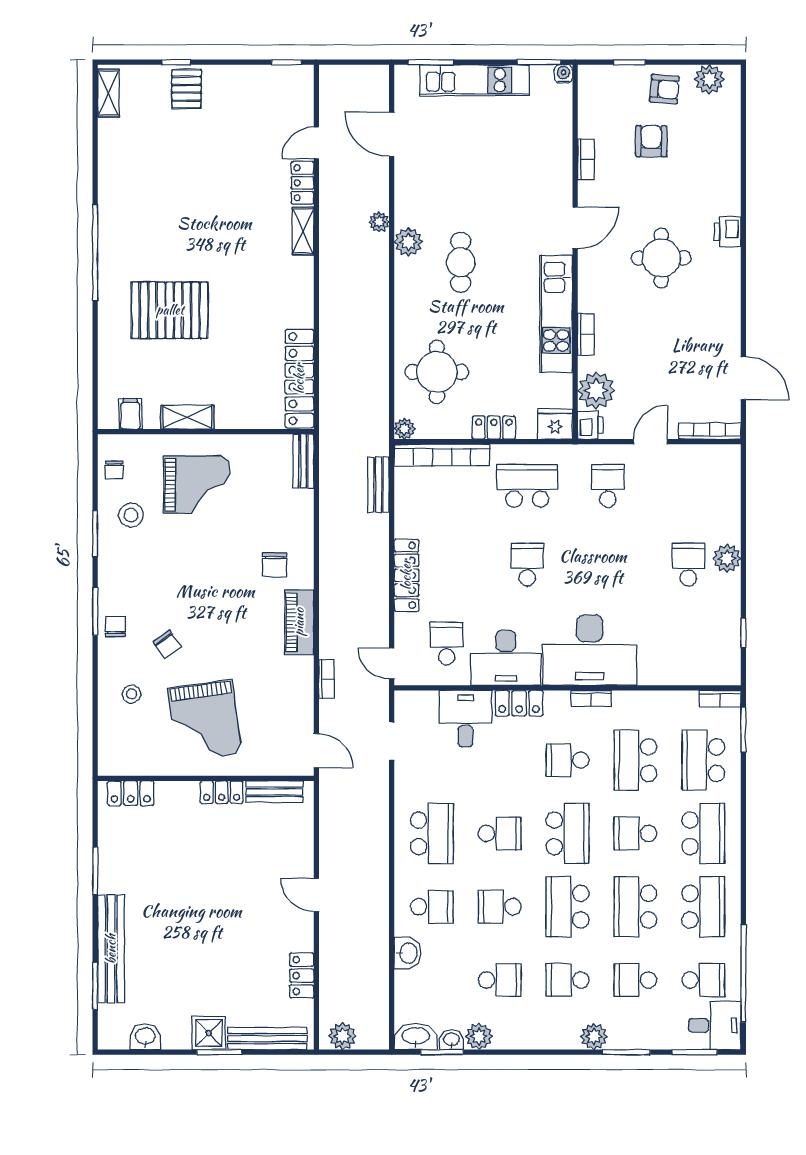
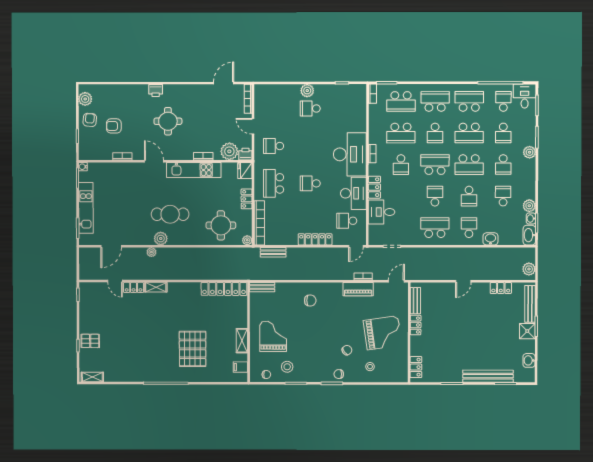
cafe table: (461, 262) -> (170, 214), width x1.37, depth x1.35
piano: (299, 622) -> (358, 289), moved

